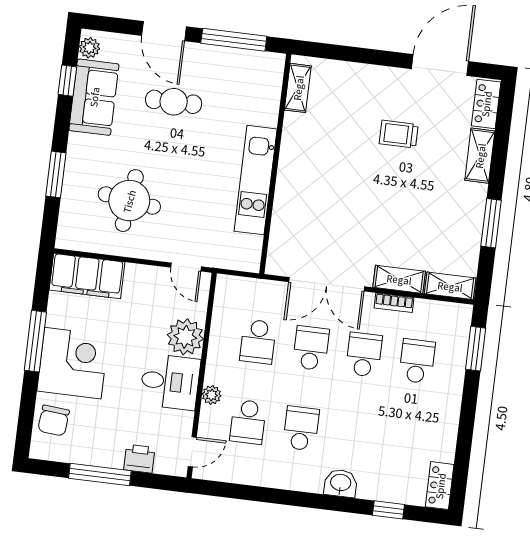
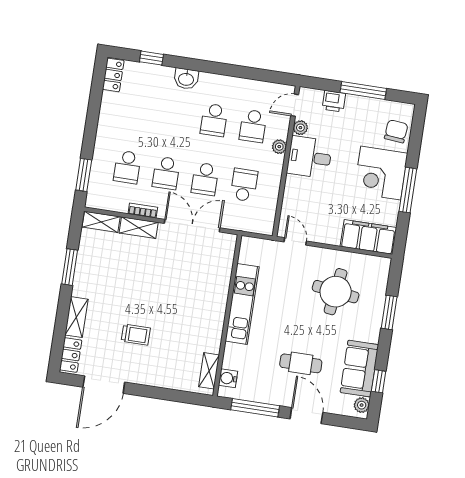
water cooler: (272, 79) -> (228, 378), added
plant: (185, 337) -> (300, 128), moved, width x0.53, depth x0.53
school desk: (248, 422) -> (253, 126), turned 180

